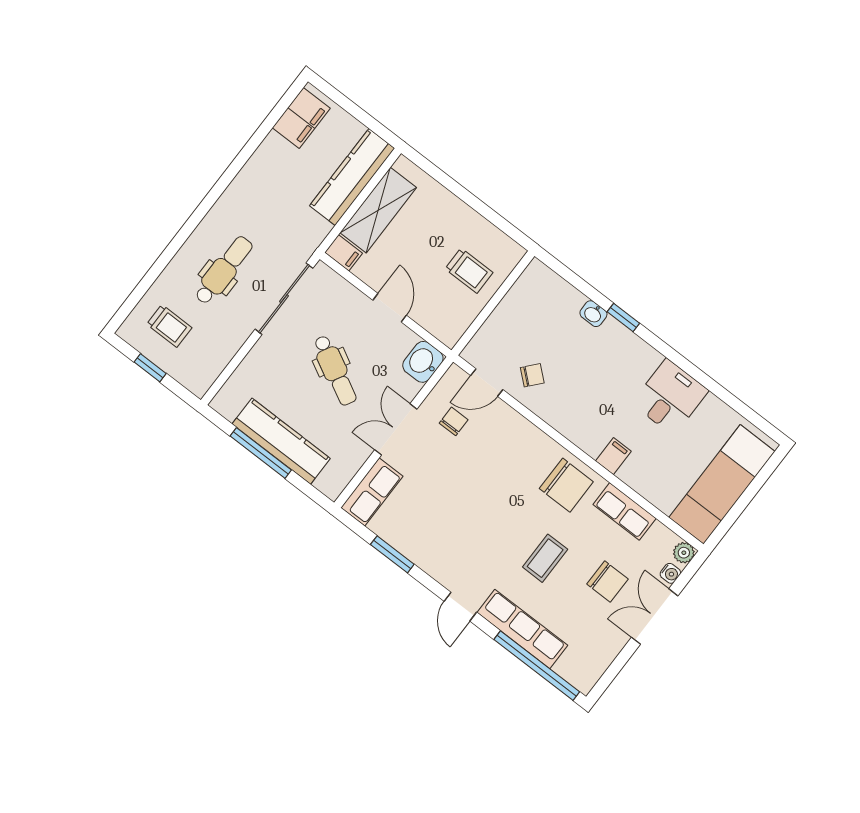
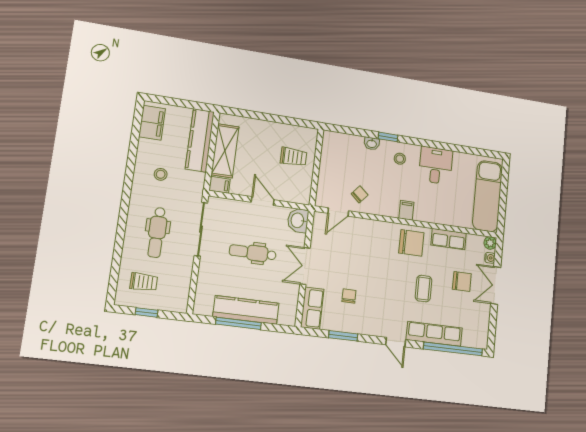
stool: (273, 195) -> (161, 174), added
dental chair: (224, 270) -> (157, 232), turned 180
stool: (622, 358) -> (400, 159), added
dental chair: (335, 370) -> (253, 253), turned 152
chair: (454, 421) -> (349, 296), moved
filing cabinet: (613, 456) -> (406, 210), moved

